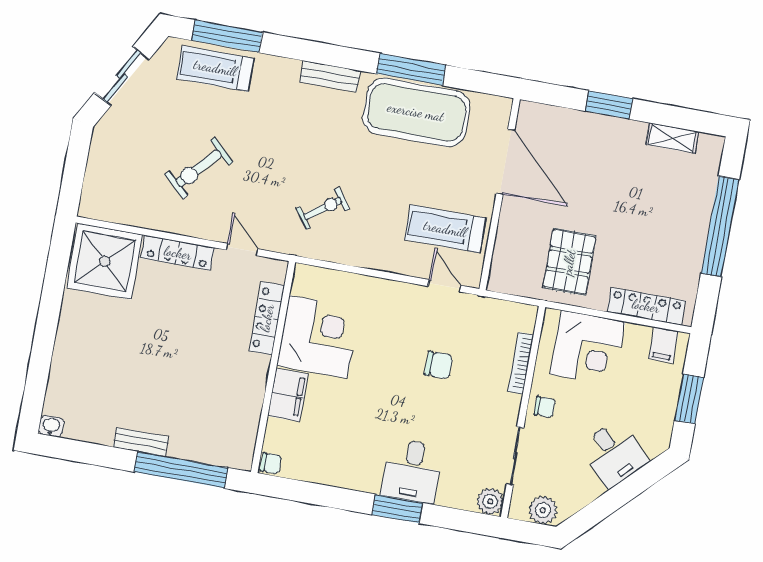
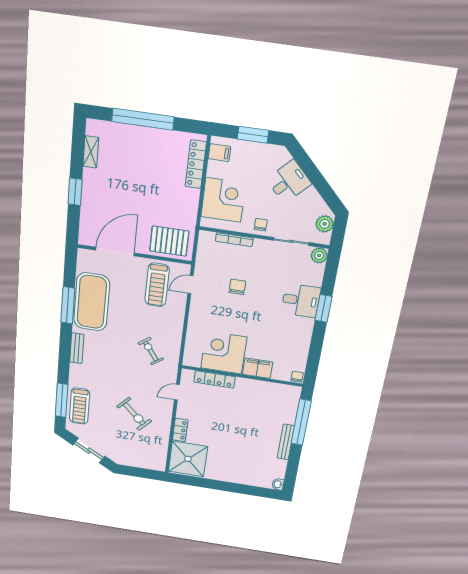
locker: (178, 253) -> (180, 430), width x0.66
pallet: (569, 262) -> (169, 241), moved
bench: (141, 442) -> (286, 442), width x1.36

